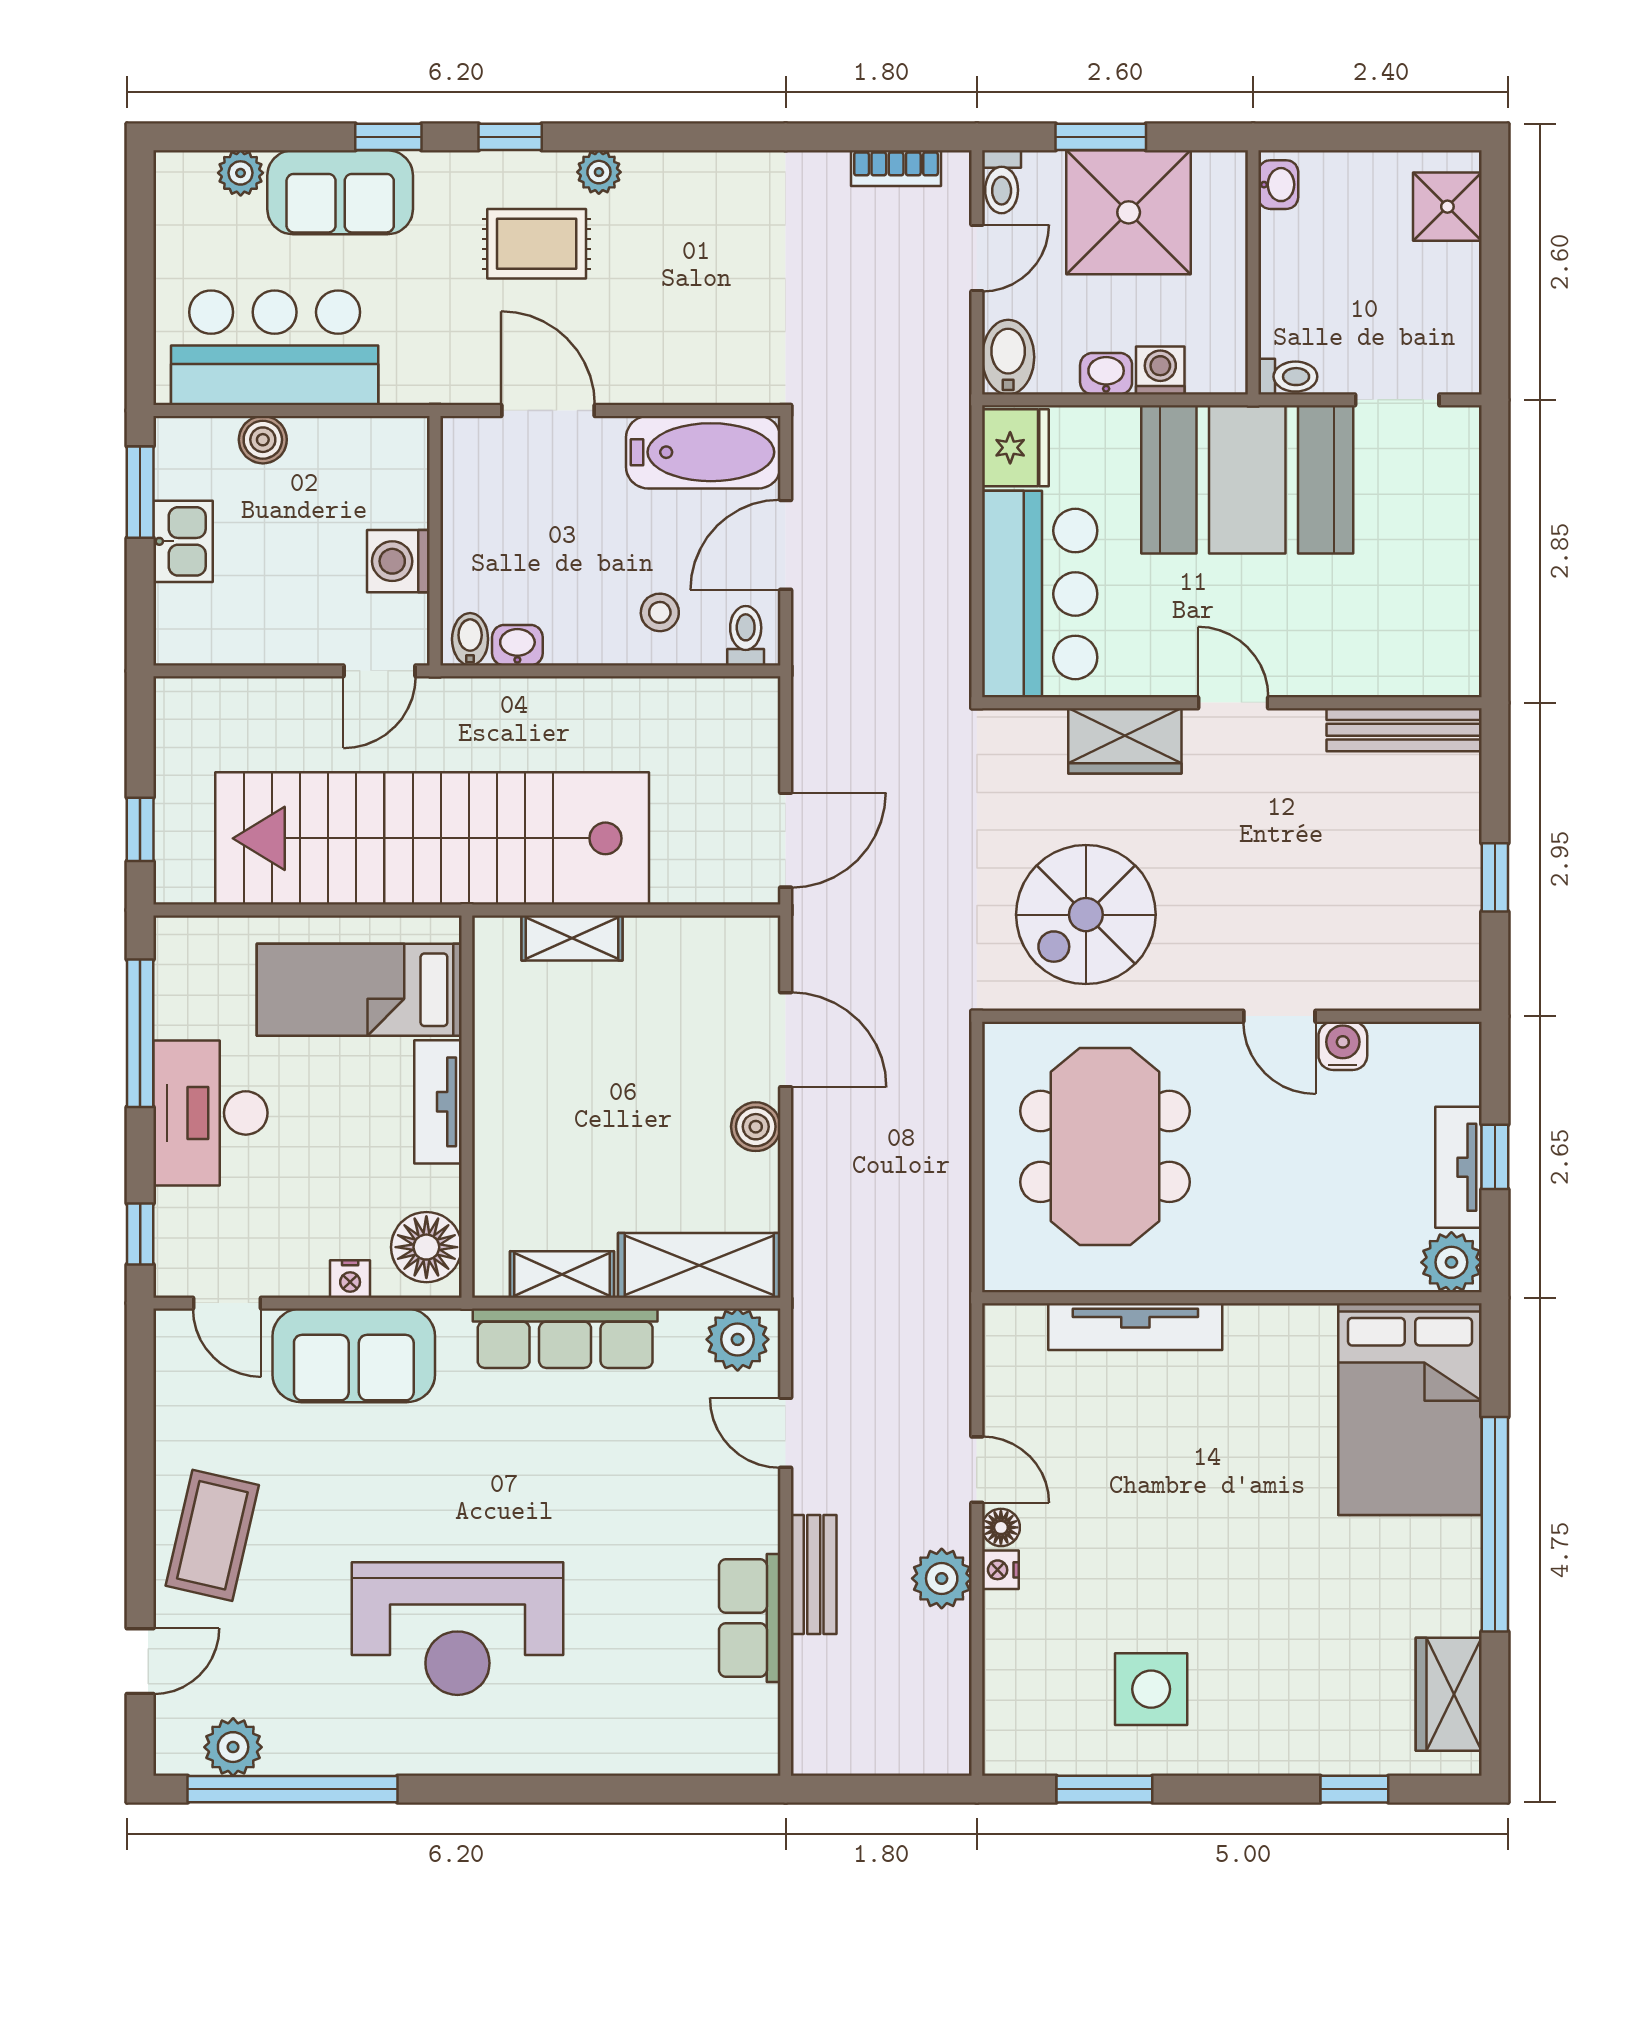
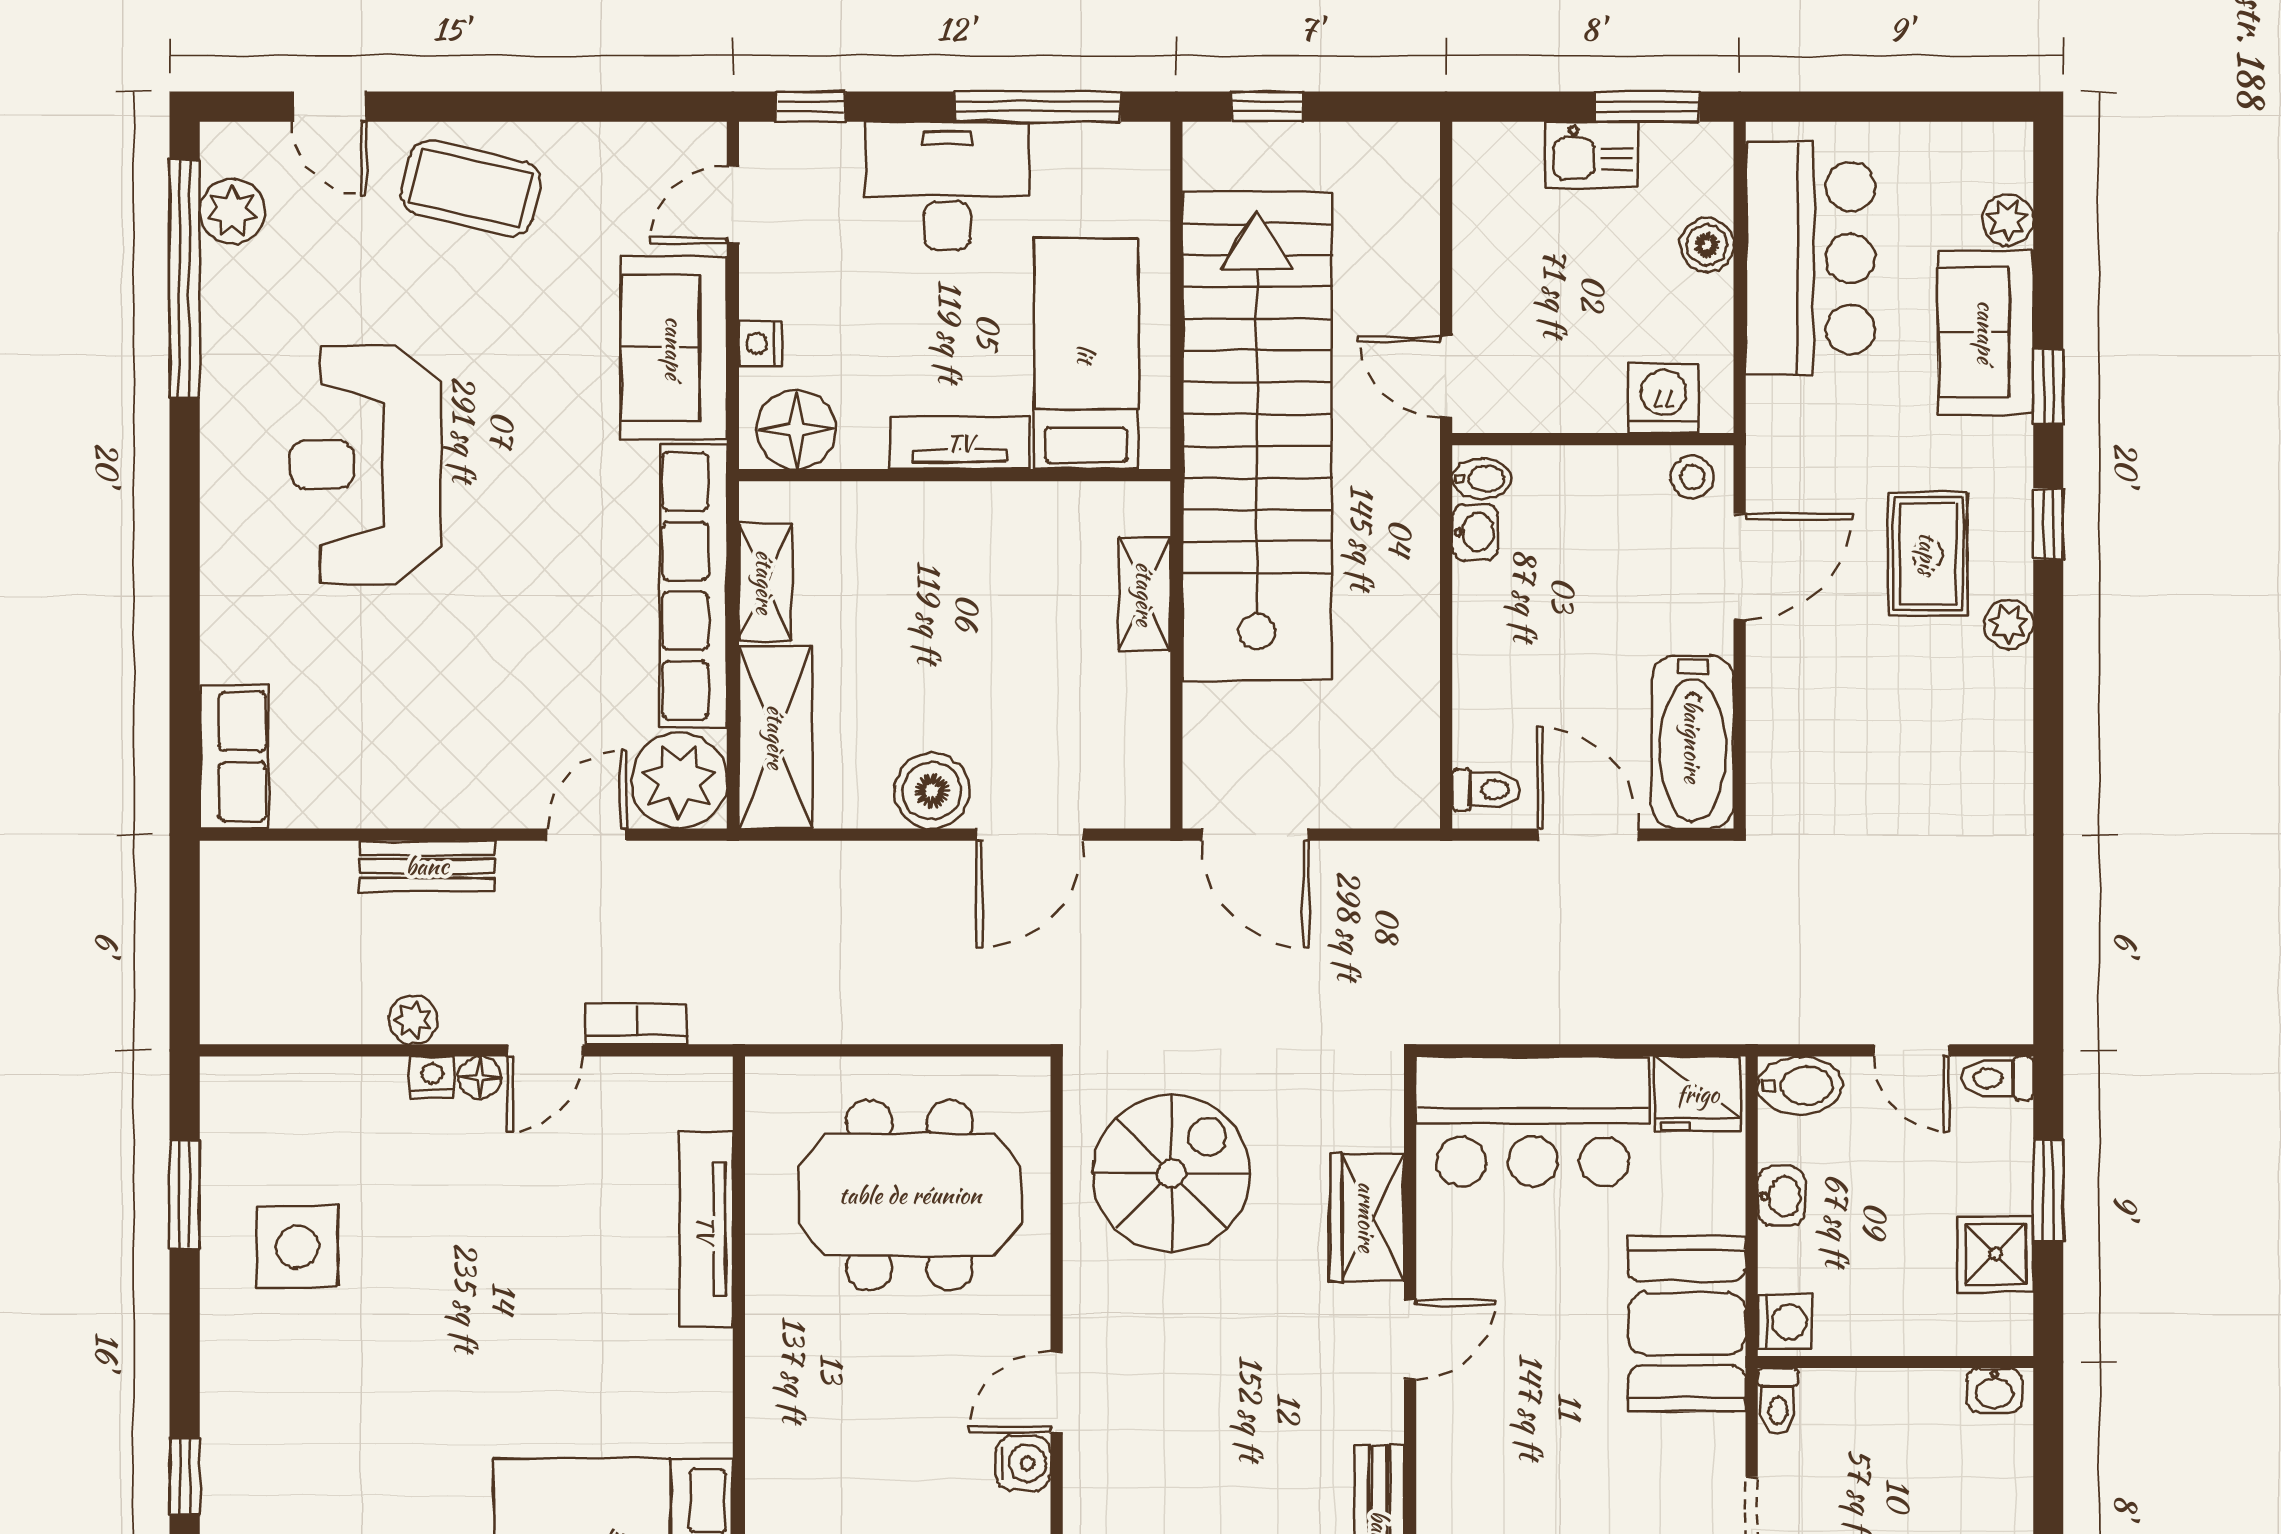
bookcase: (896, 168) -> (637, 1024), moved, turned 90
shower: (1129, 212) -> (1996, 1254), width x0.54, depth x0.54
washing machine: (1160, 371) -> (1785, 1322), moved
booth: (1247, 479) -> (1687, 1324), width x0.73, depth x0.70
washing machine: (398, 561) -> (1663, 398), moved
stool: (660, 612) -> (1692, 477), moved
spiral stairs: (1086, 915) -> (1171, 1173), turned 90
boiler: (756, 1127) -> (932, 791), width x1.36, depth x1.36
row of seats: (565, 1338) -> (693, 586), width x1.36
plant: (738, 1339) -> (679, 780), width x1.36, depth x1.36
plant: (942, 1578) -> (413, 1020), width x0.73, depth x0.73
row of seats: (750, 1618) -> (234, 756), moved, turned 90

